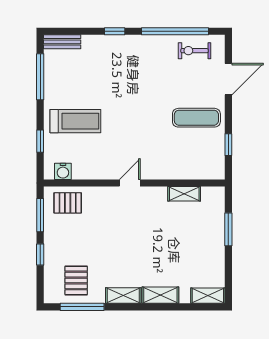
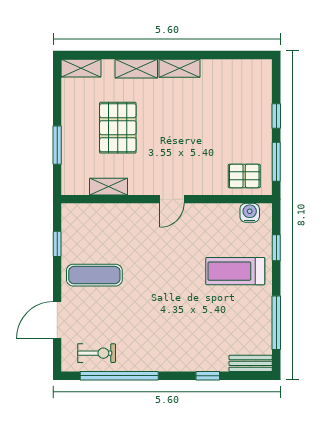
window: (115, 31) -> (208, 376), moved
pallet: (76, 280) -> (118, 128), moved, width x1.50, depth x1.42
window: (82, 307) -> (227, 55), removed

